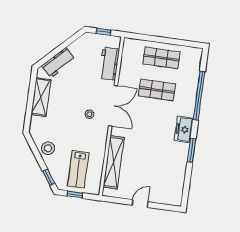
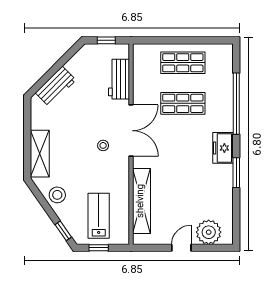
shelving: (41, 97) -> (40, 154), moved
lab bench: (78, 169) -> (99, 216), turned 180
plant: (163, 194) -> (209, 232), added

